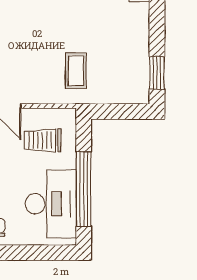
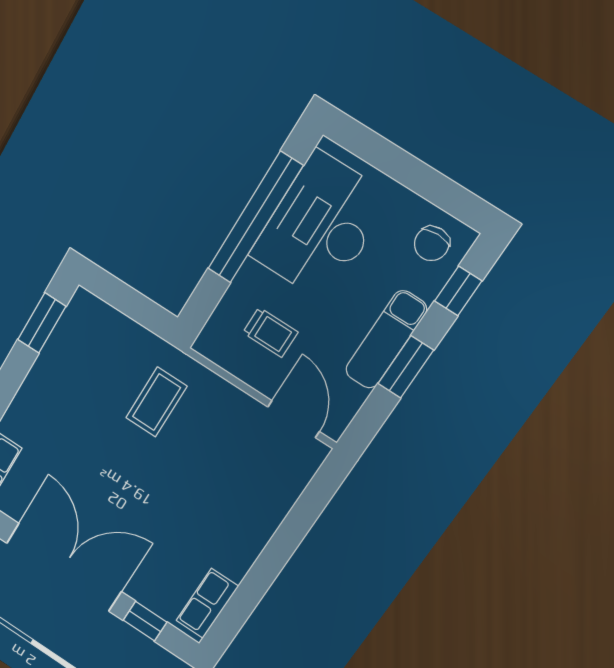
trolley: (43, 140) -> (270, 332), width x0.73, depth x0.72

